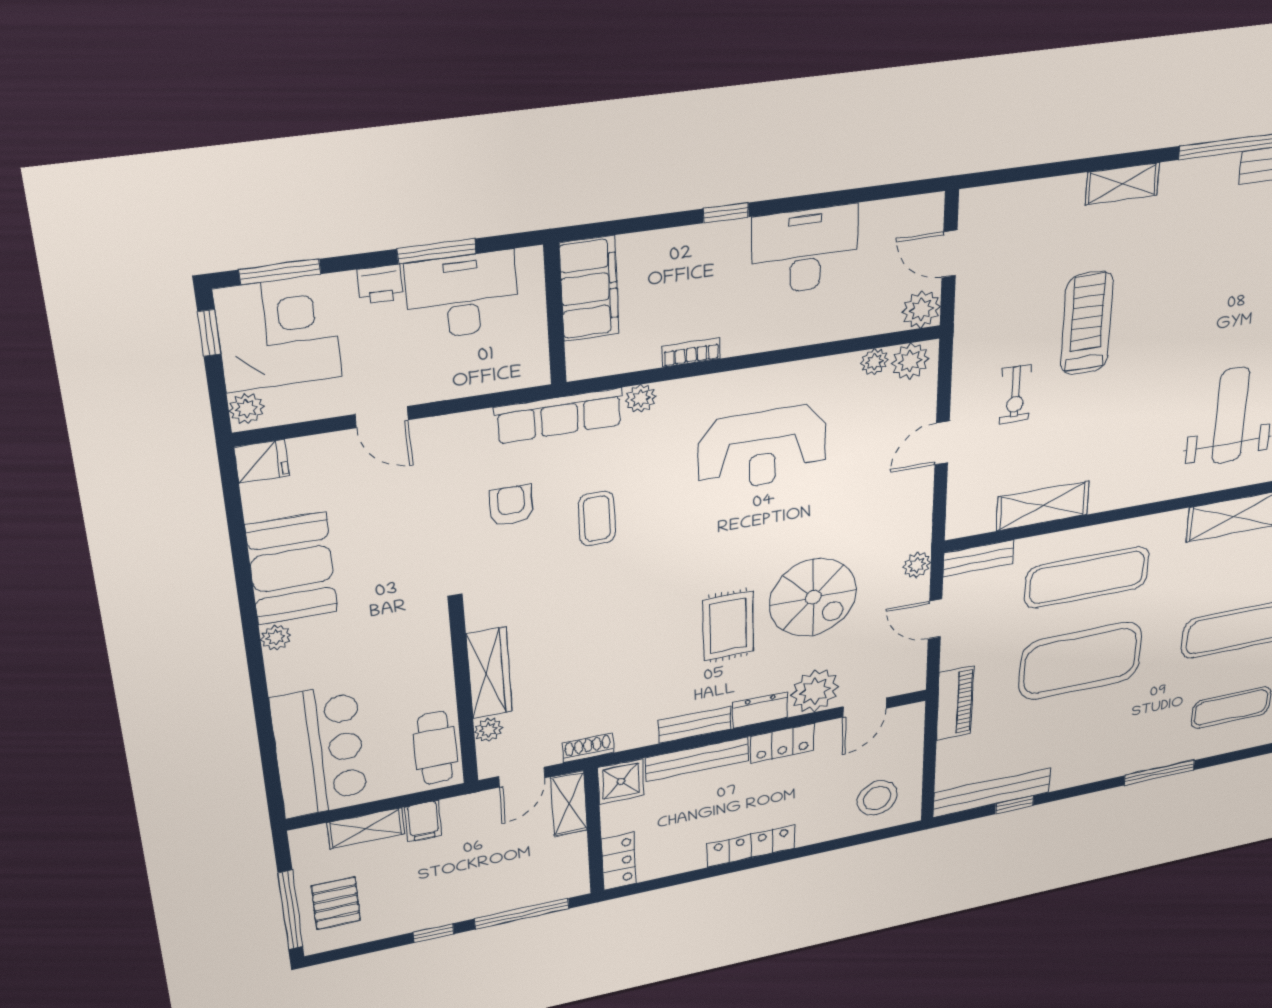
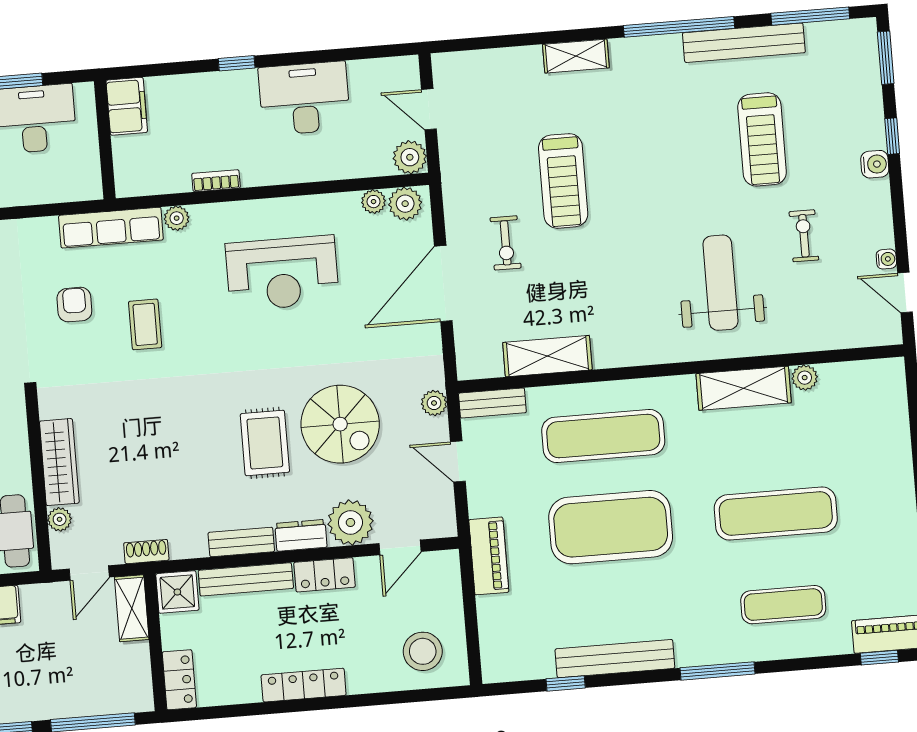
filing cabinet: (589, 289) -> (127, 106), width x0.67, depth x0.86
treadmill: (1087, 323) -> (563, 181), turned 180
door: (942, 443) -> (443, 284), width x1.88
bench: (992, 792) -> (615, 659), moved

